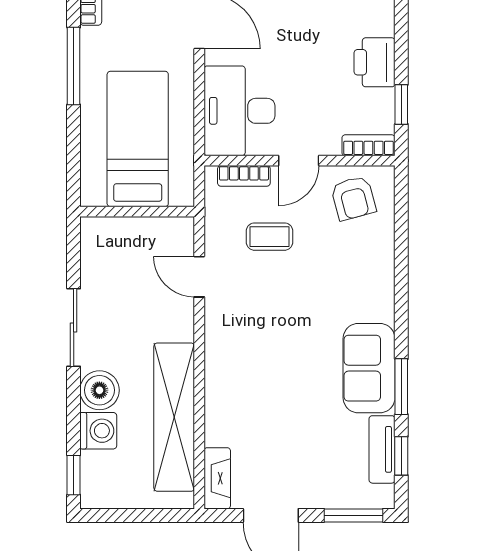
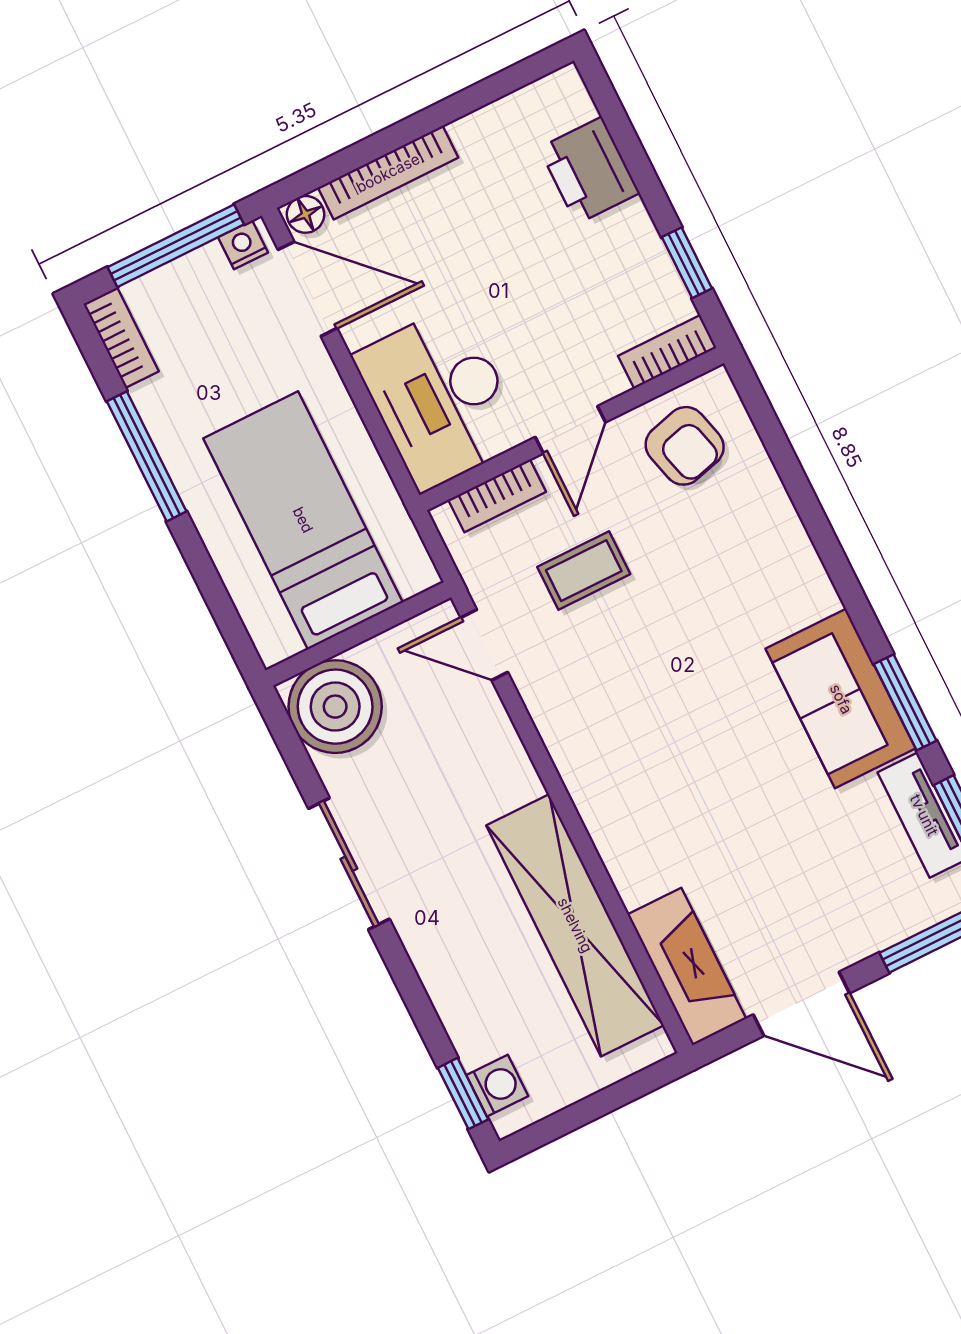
printer: (375, 62) -> (589, 171), moved
door: (199, 277) -> (484, 645), moved
boiler: (99, 390) -> (335, 707), moved, width x1.37, depth x1.37
washing machine: (98, 431) -> (497, 1086), moved, width x0.73, depth x0.73
fireplace: (217, 478) -> (687, 967), width x1.37, depth x1.32

